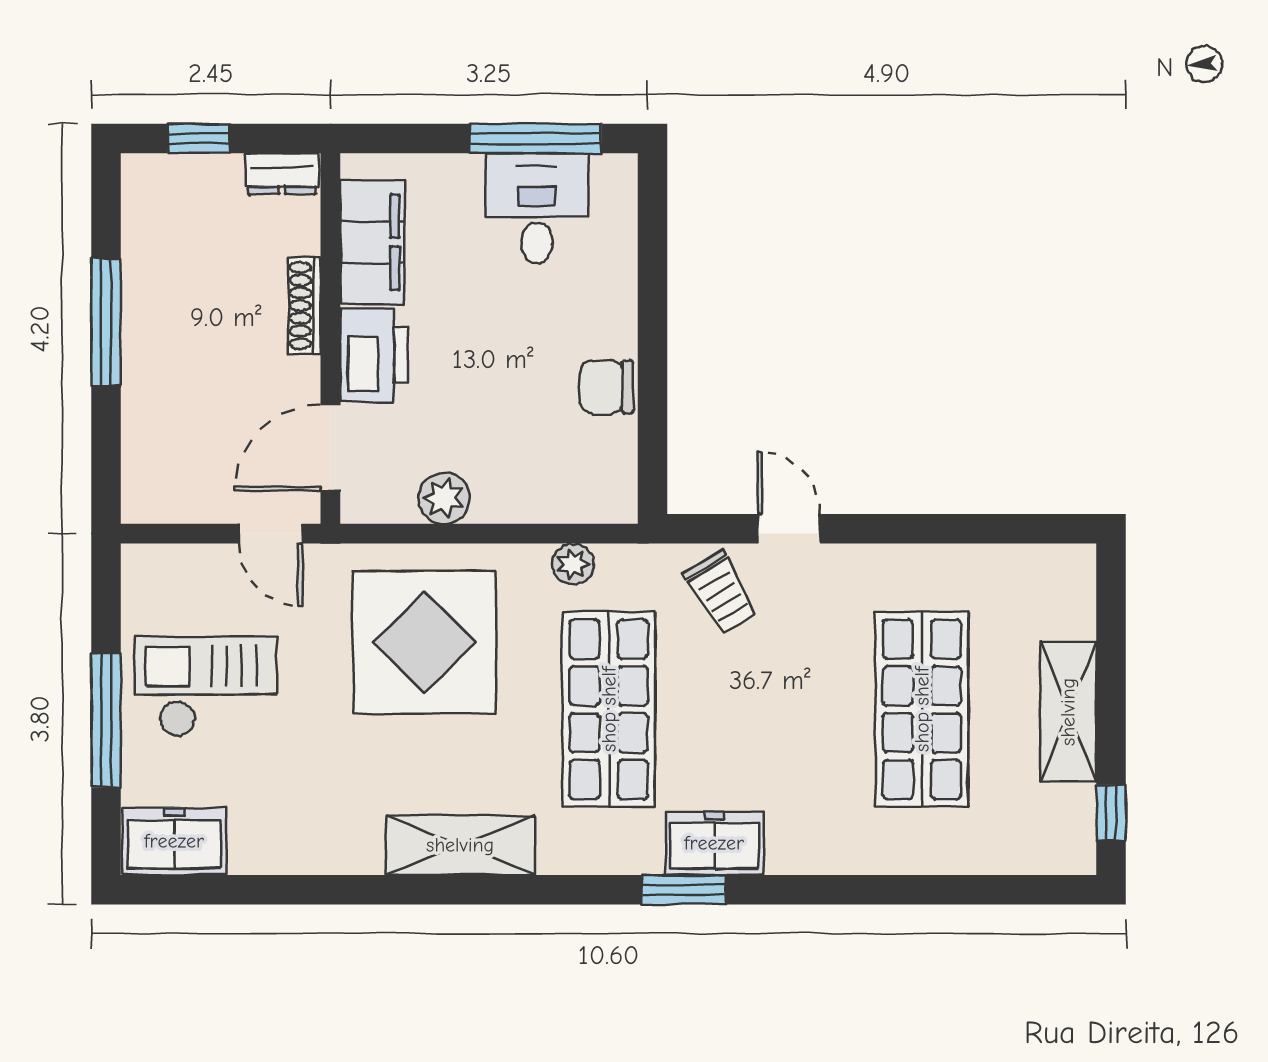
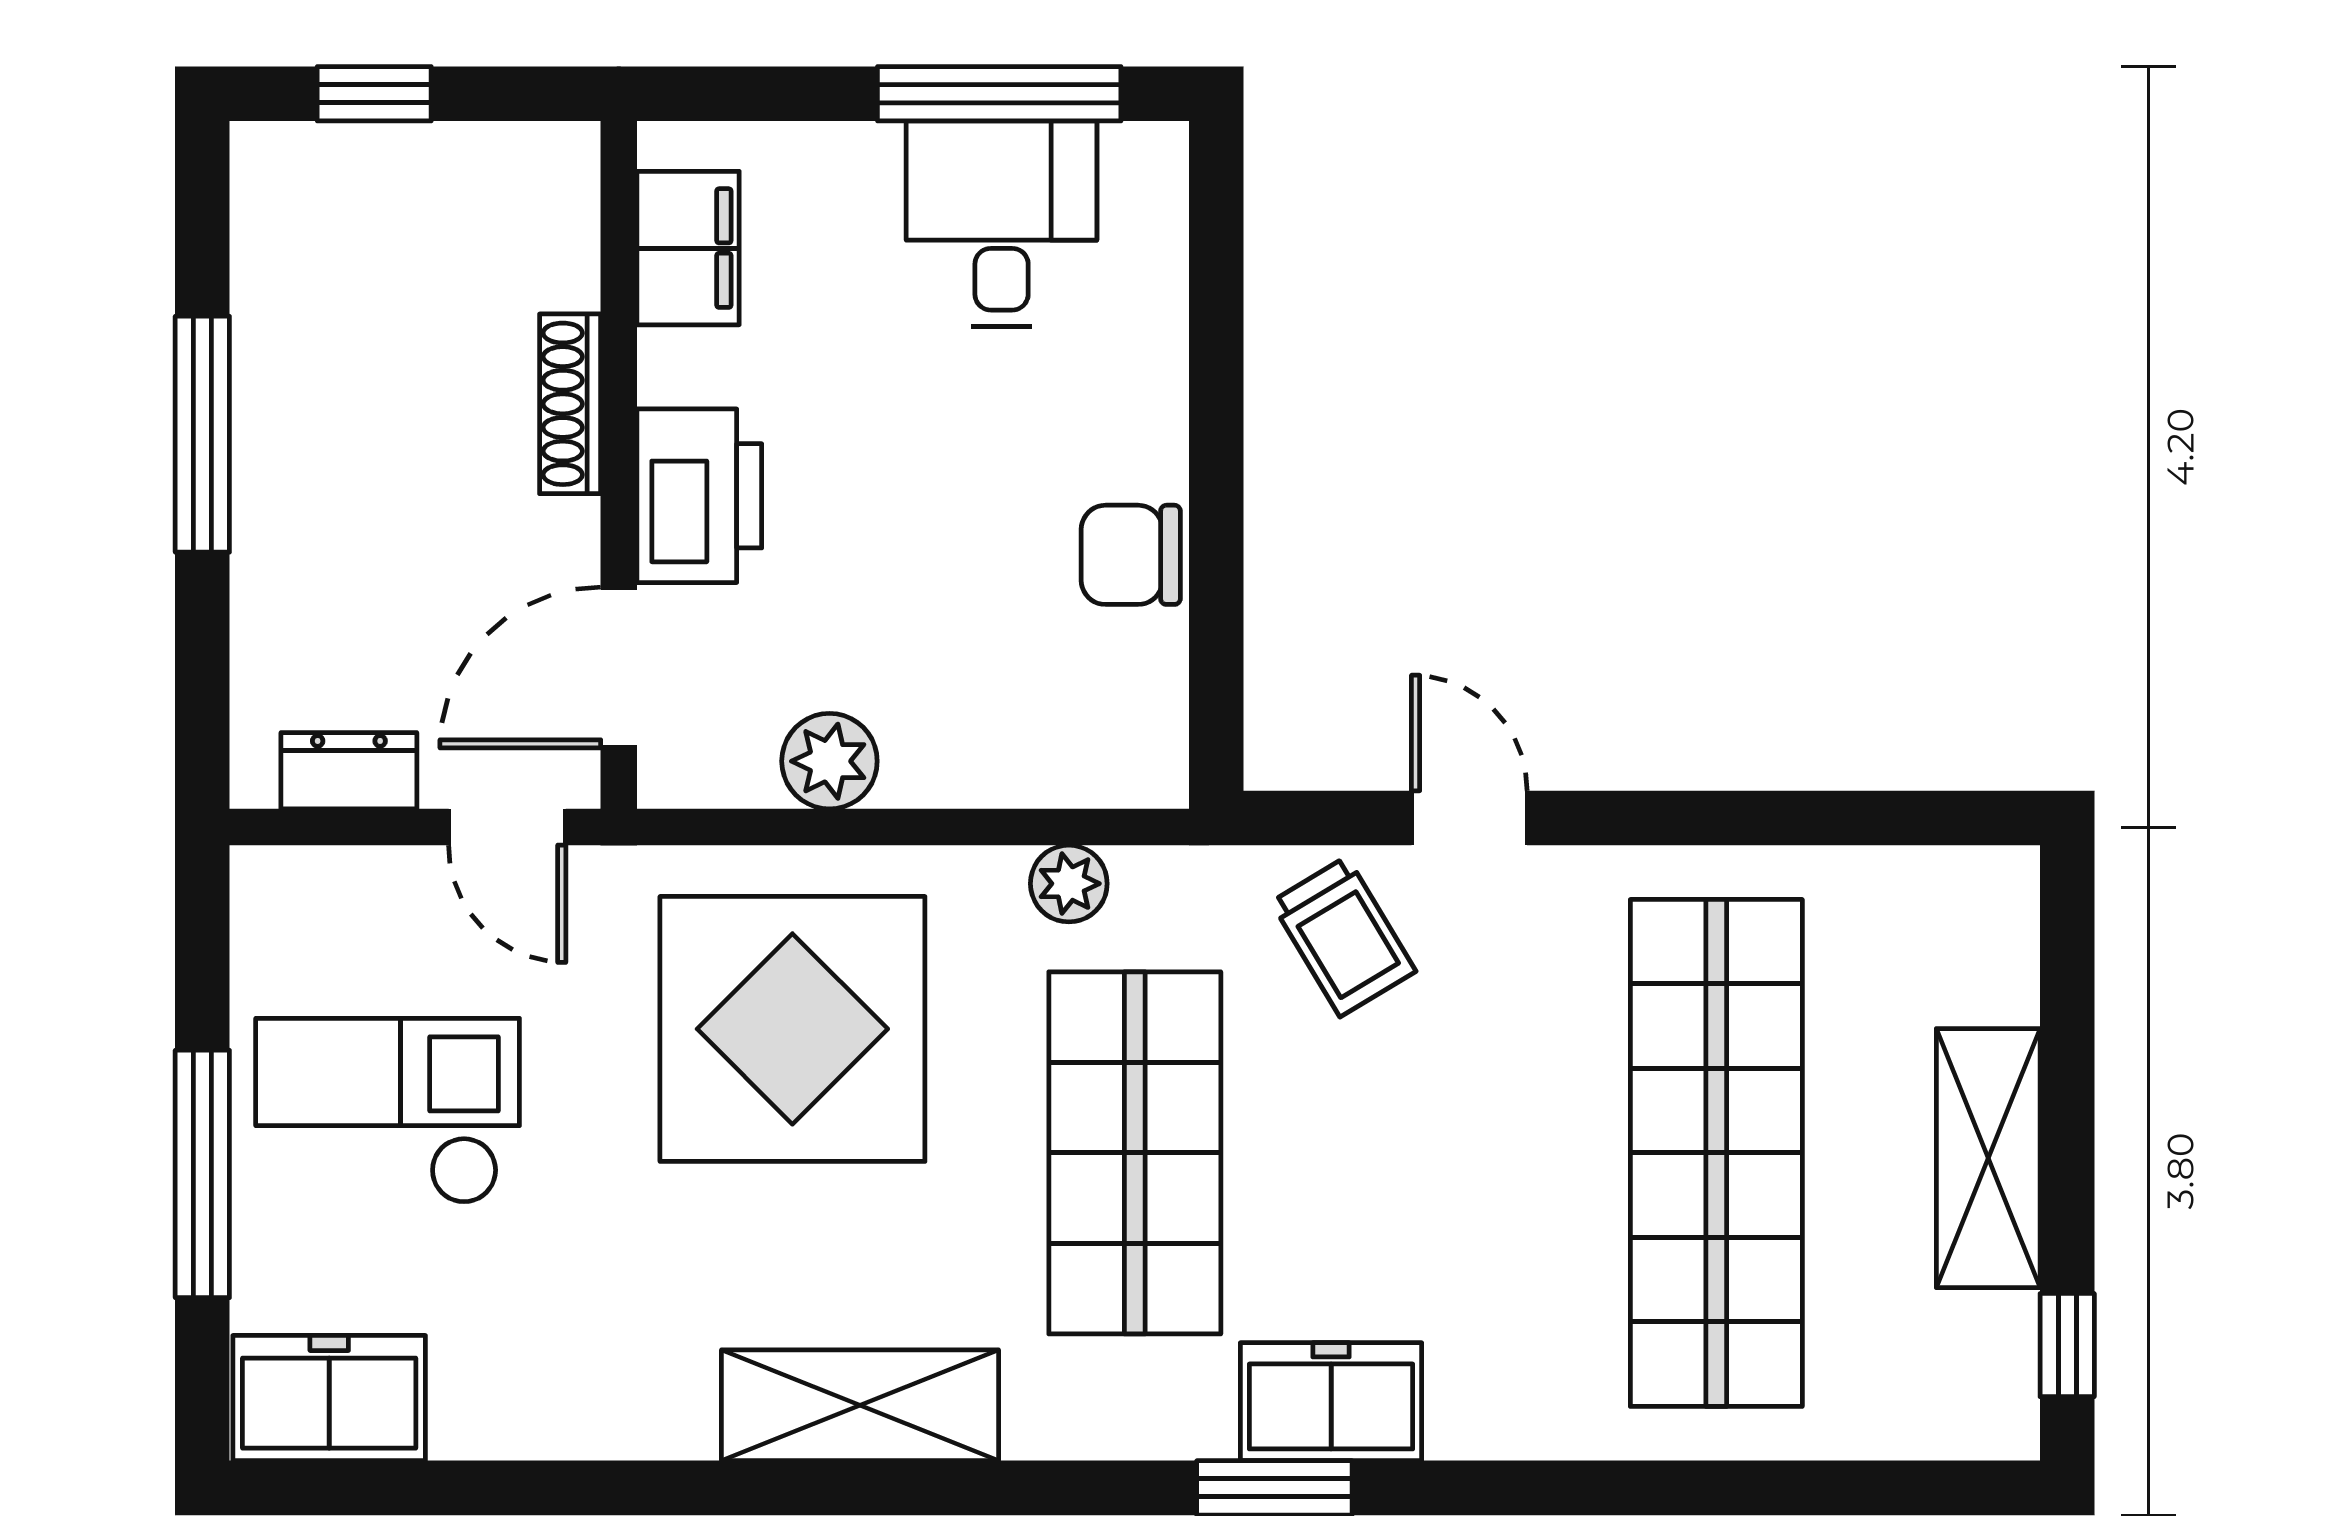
dresser: (282, 174) -> (349, 771), moved, turned 180
filing cabinet: (372, 242) -> (688, 248), width x0.67, depth x0.86
shop shelf: (922, 709) -> (1716, 1153), width x1.40

